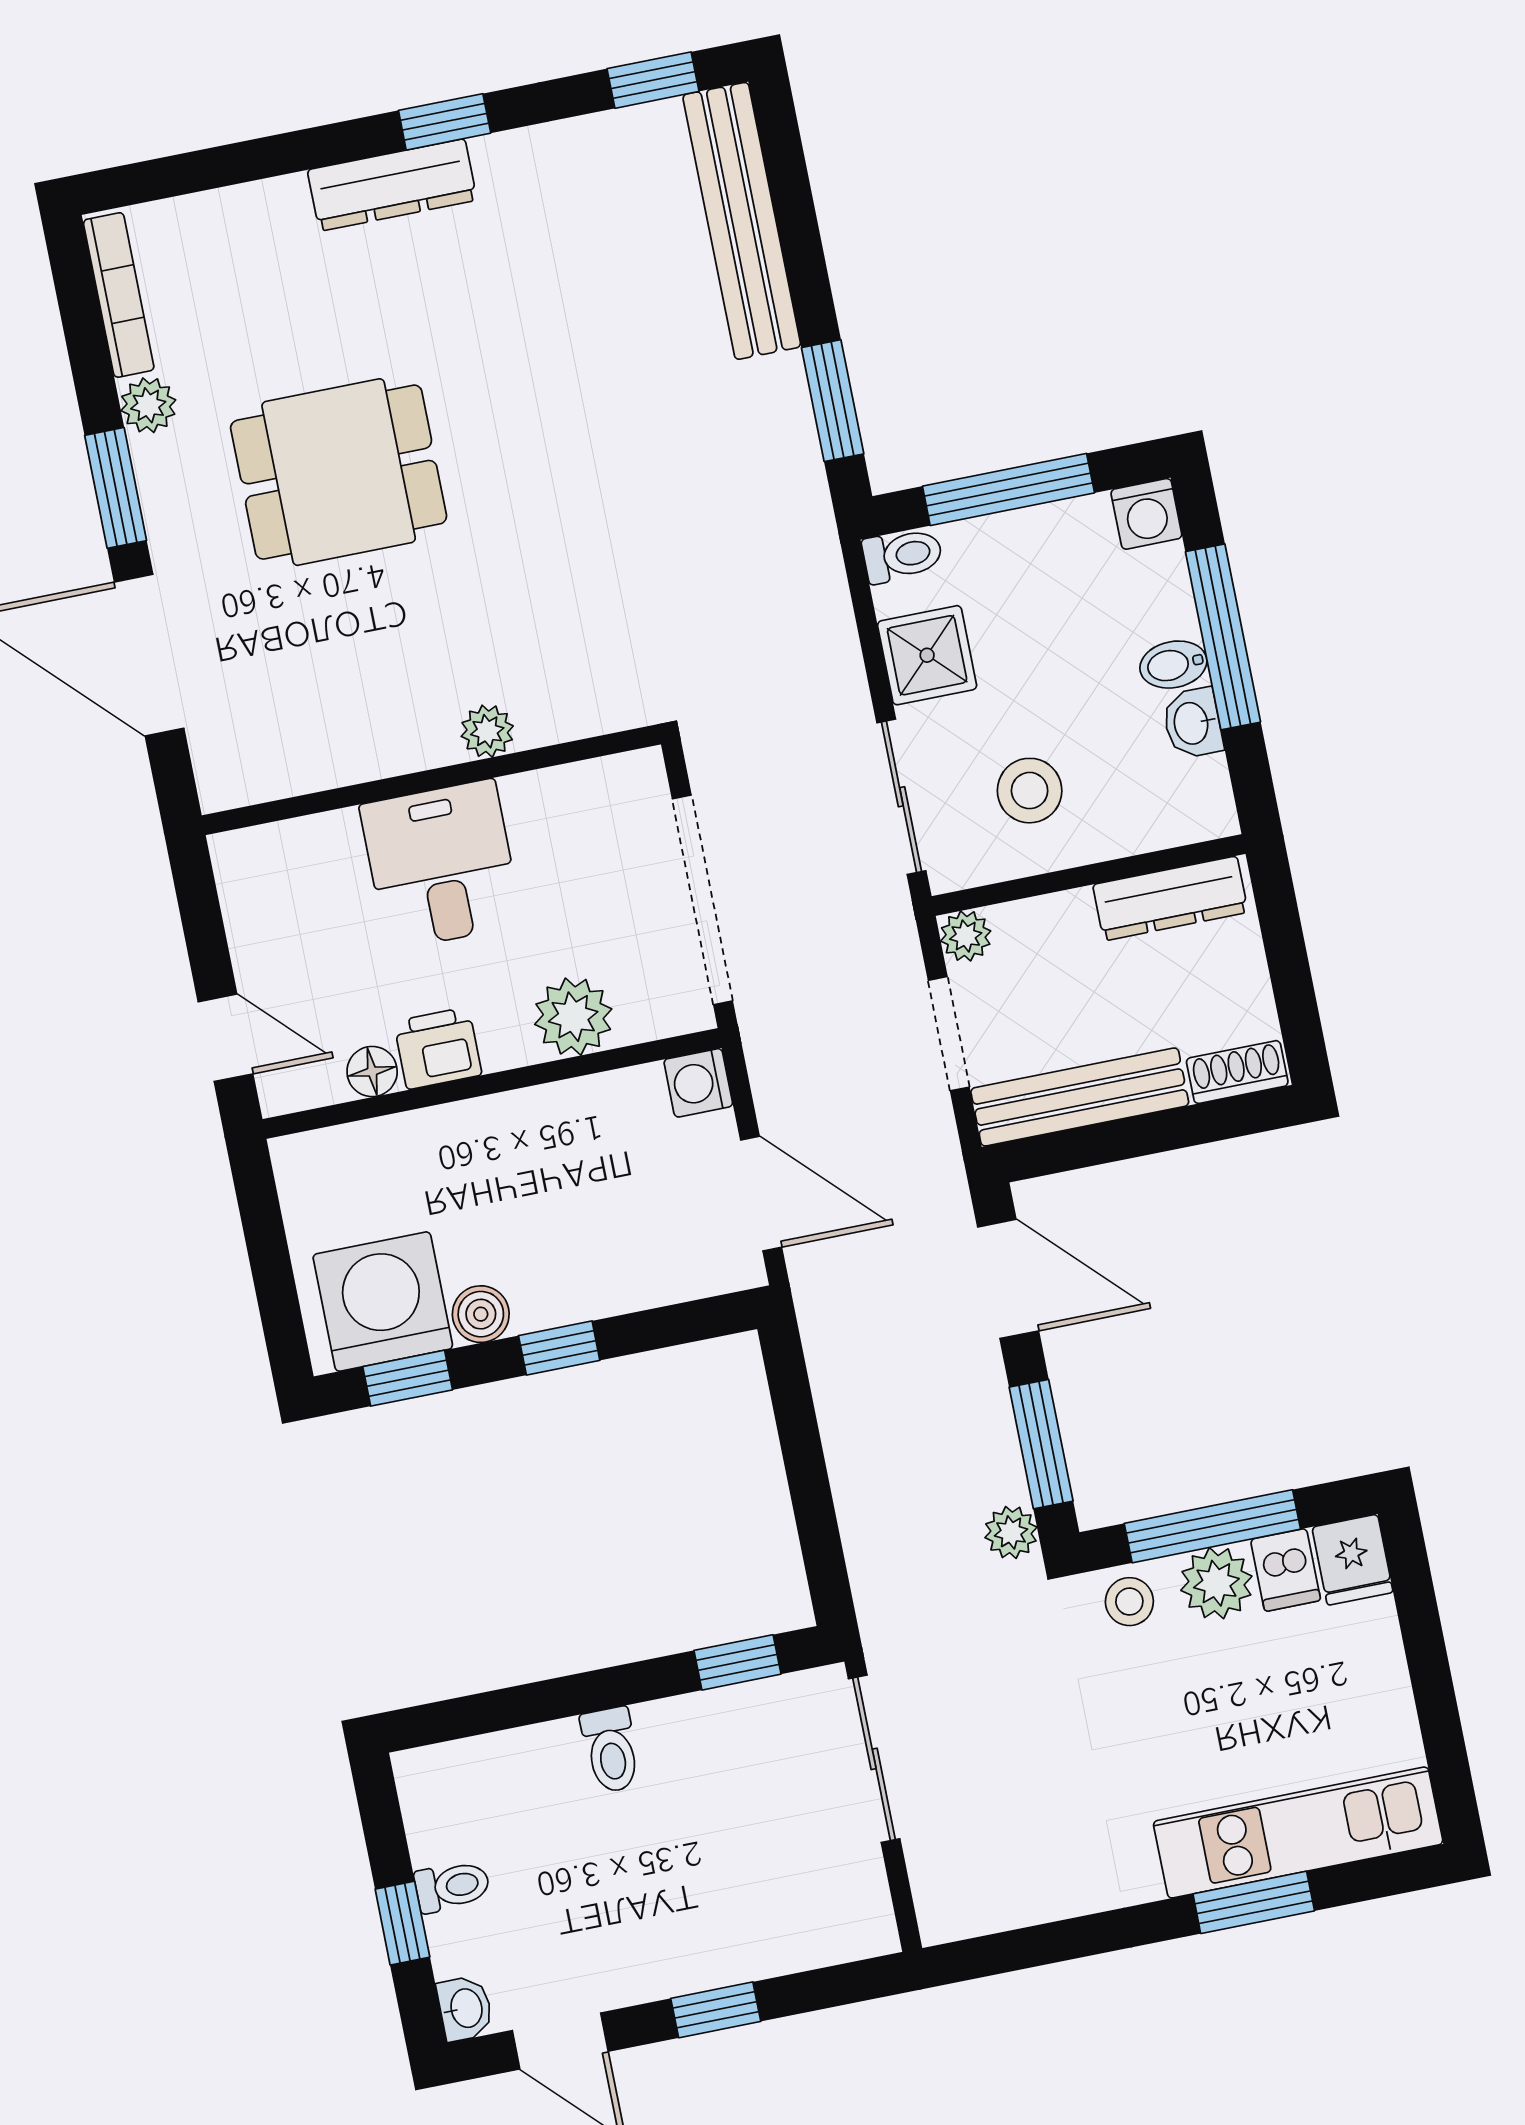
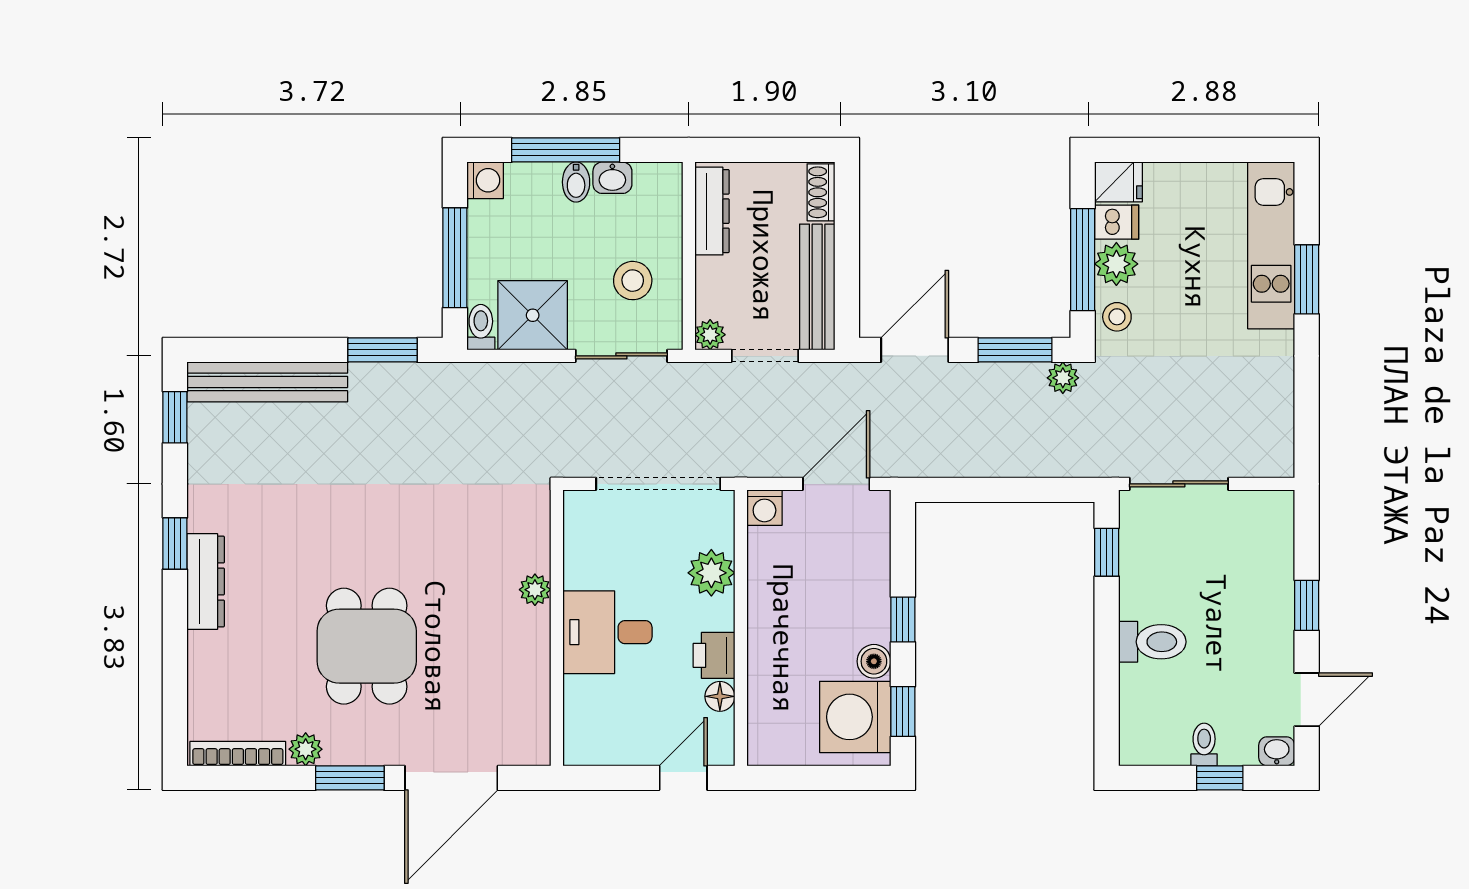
shower: (927, 655) -> (533, 315), width x1.36, depth x1.36
toilet: (611, 1750) -> (1152, 642), width x1.37, depth x1.39

